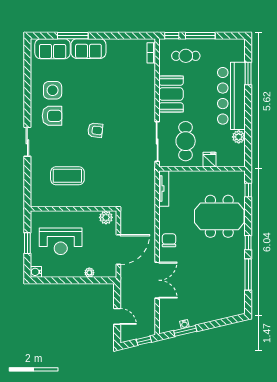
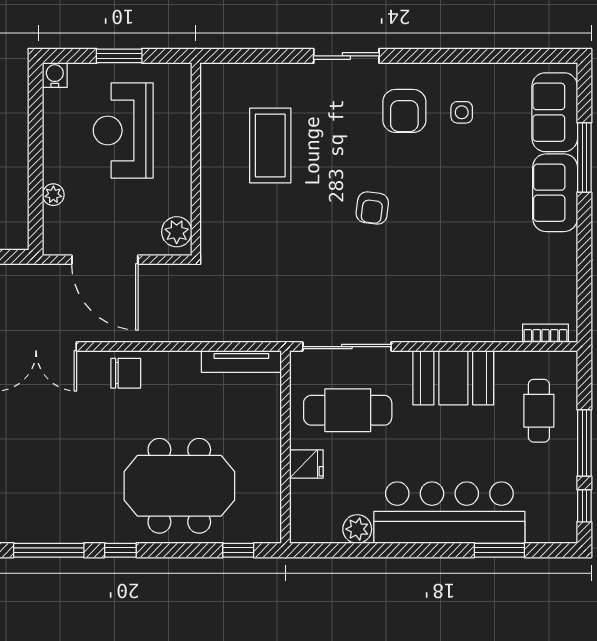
window: (172, 36) -> (584, 506), moved
side table: (53, 90) -> (462, 112), width x0.54, depth x0.54
meeting table: (219, 216) -> (179, 486), turned 90

